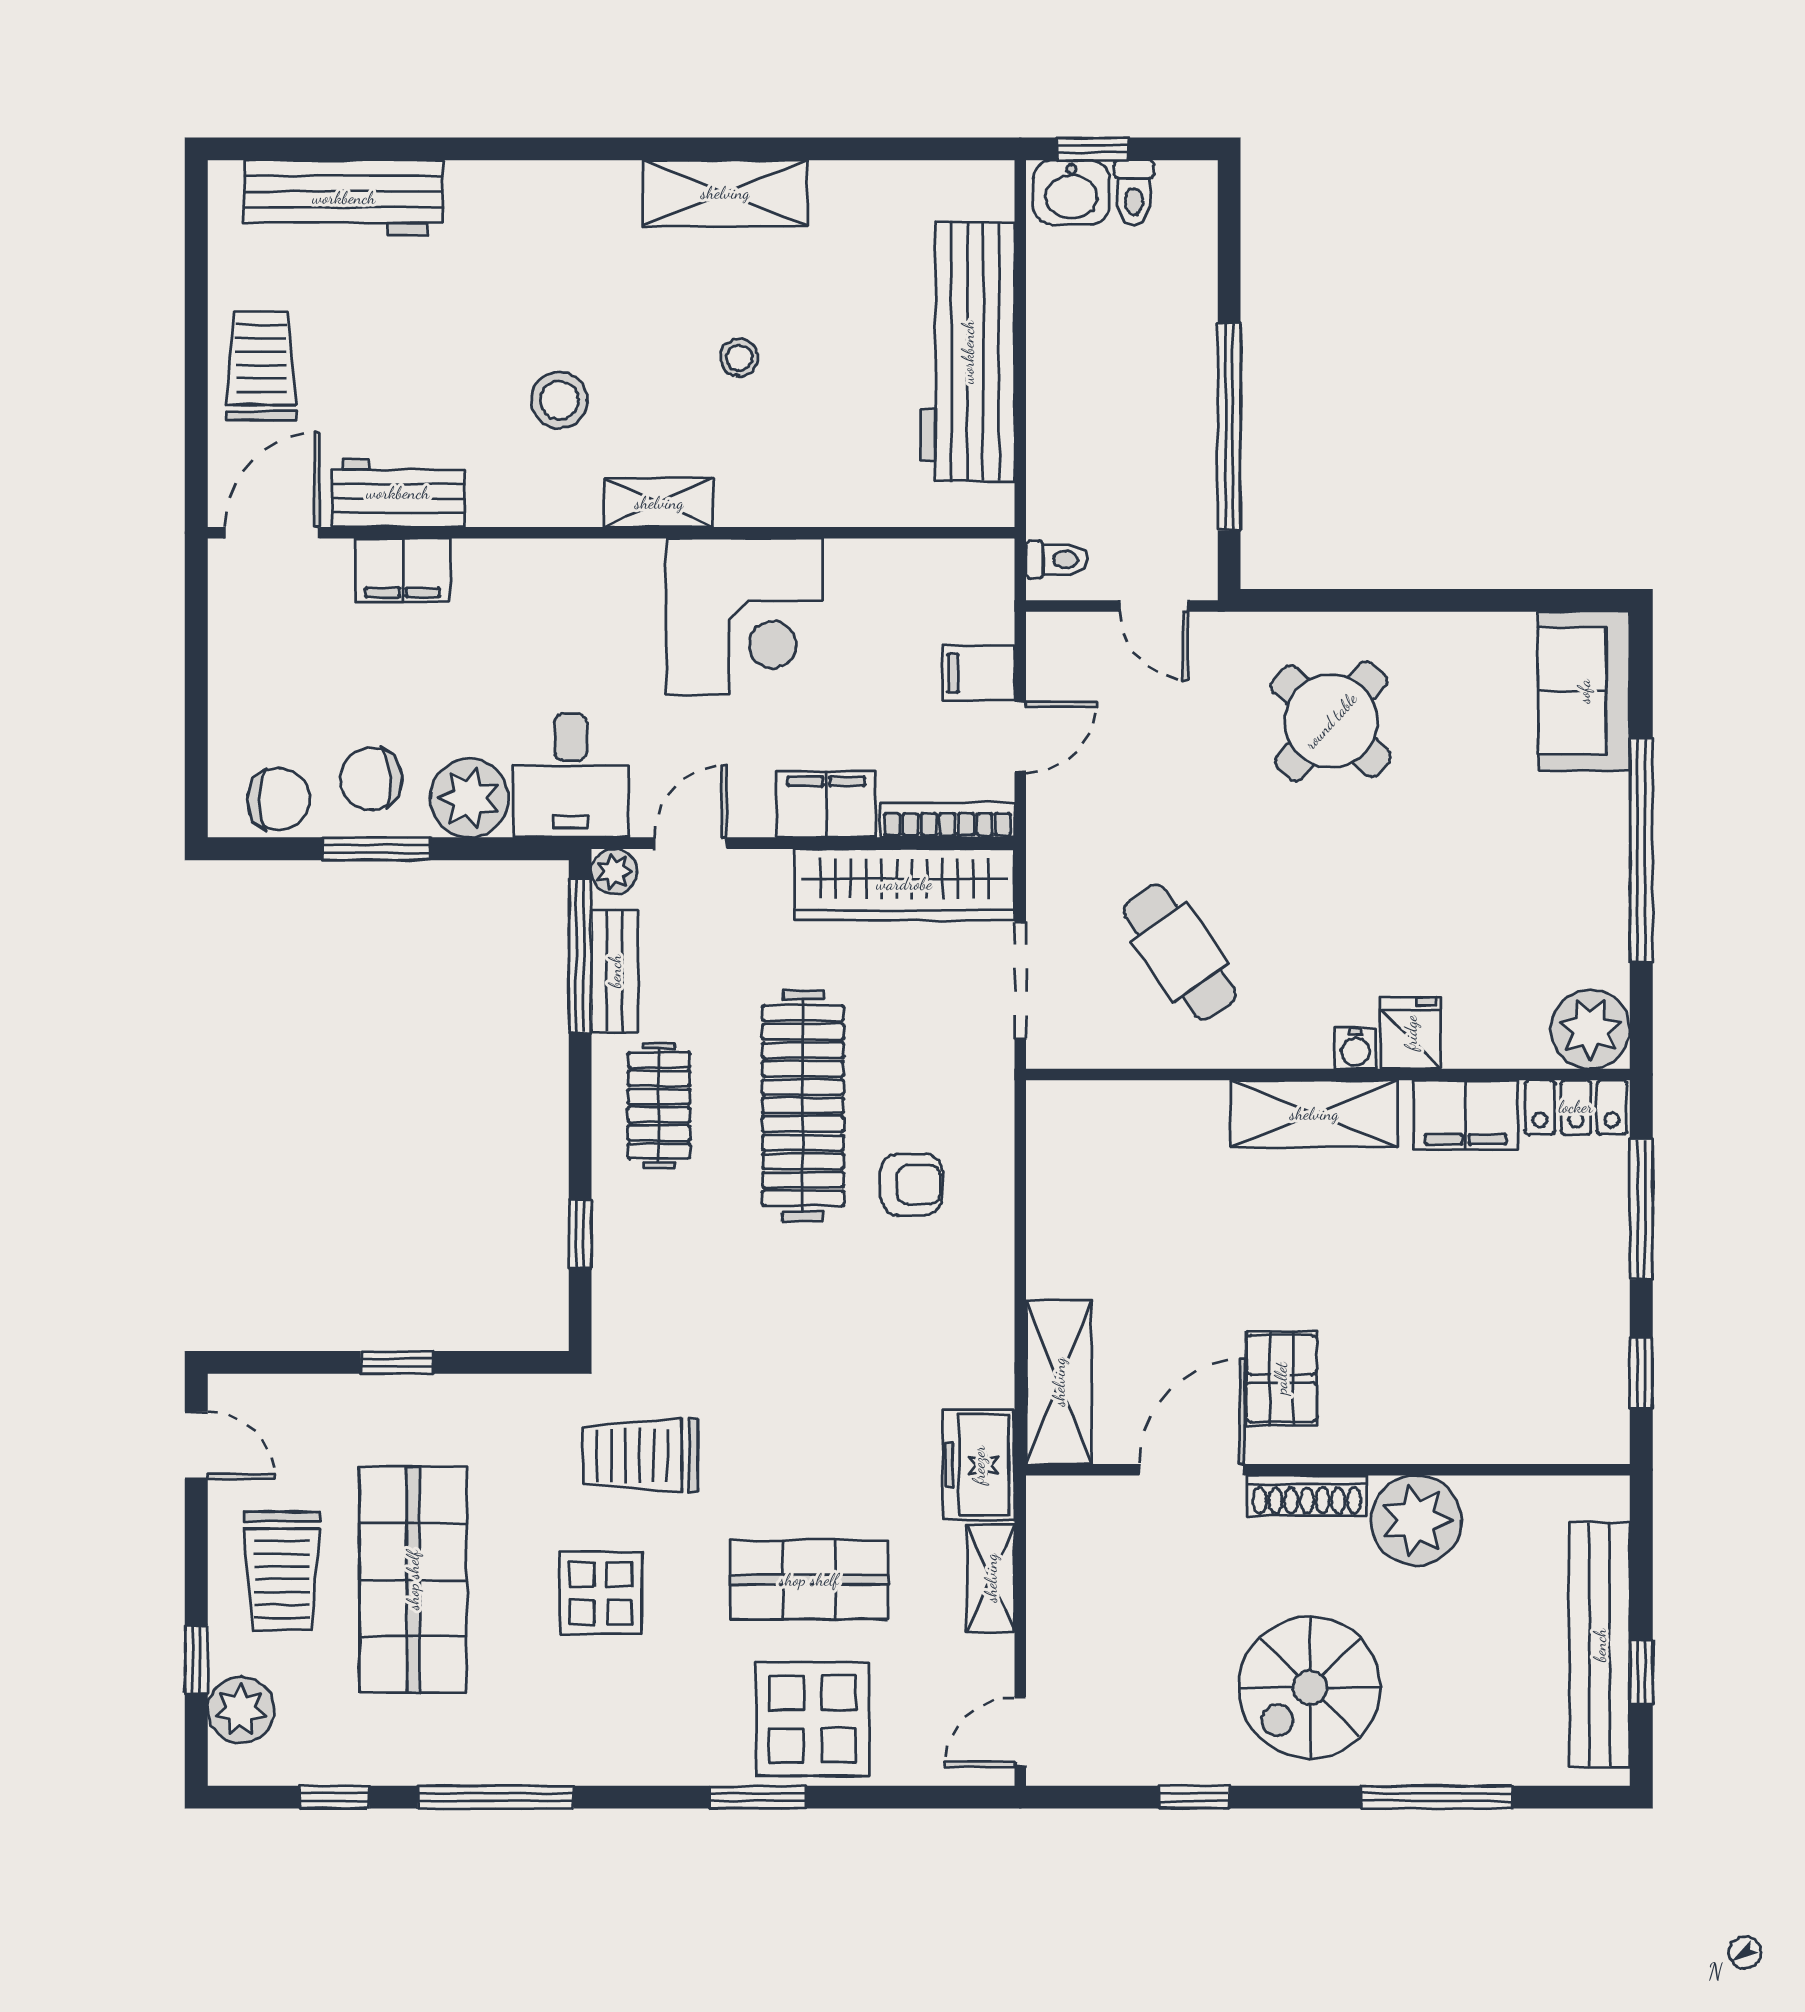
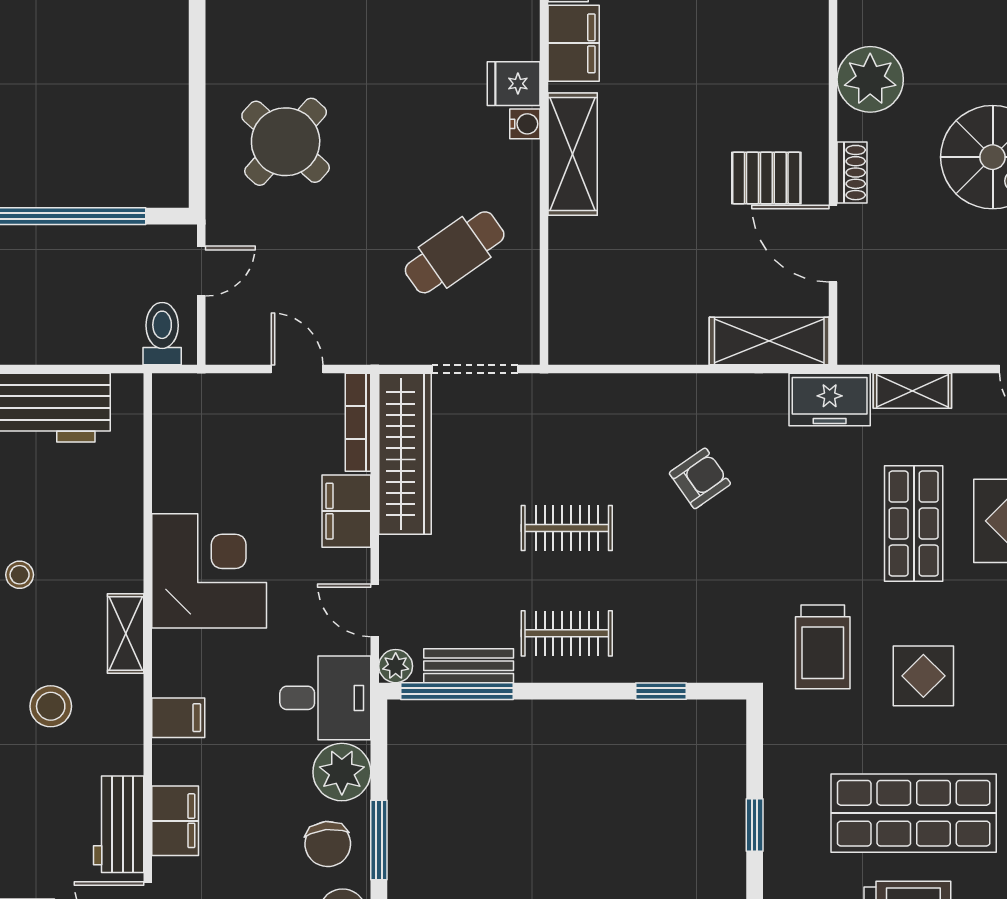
toilet: (1057, 559) -> (162, 334), width x1.37, depth x1.39
filing cabinet: (979, 673) -> (178, 718), moved, turned -90
clothes rail: (803, 1106) -> (567, 528), width x0.54, depth x0.76
armchair: (911, 1184) -> (700, 478), moved, turned 55
shoe rack: (1307, 1496) -> (852, 173), width x0.70

